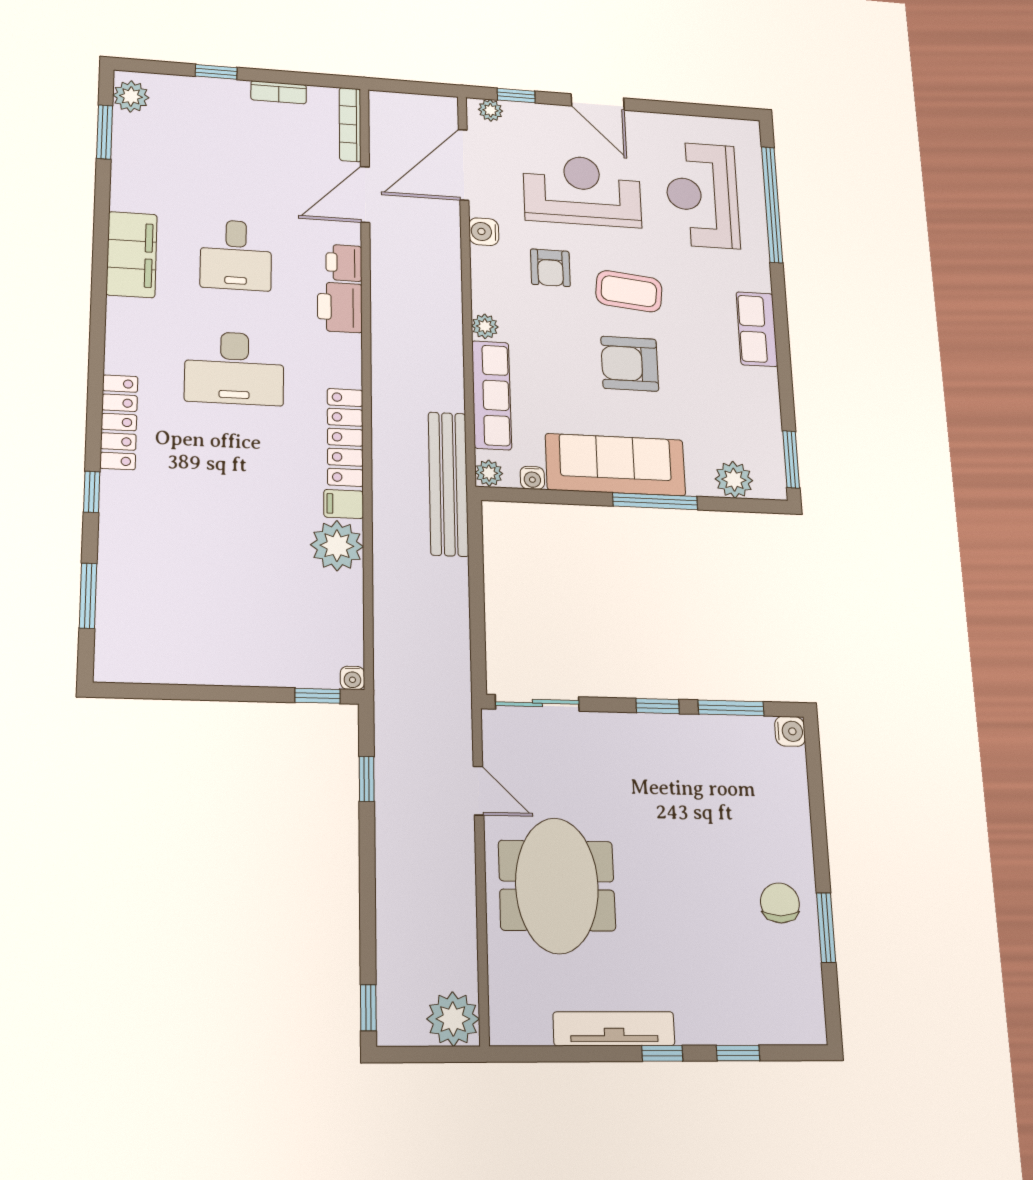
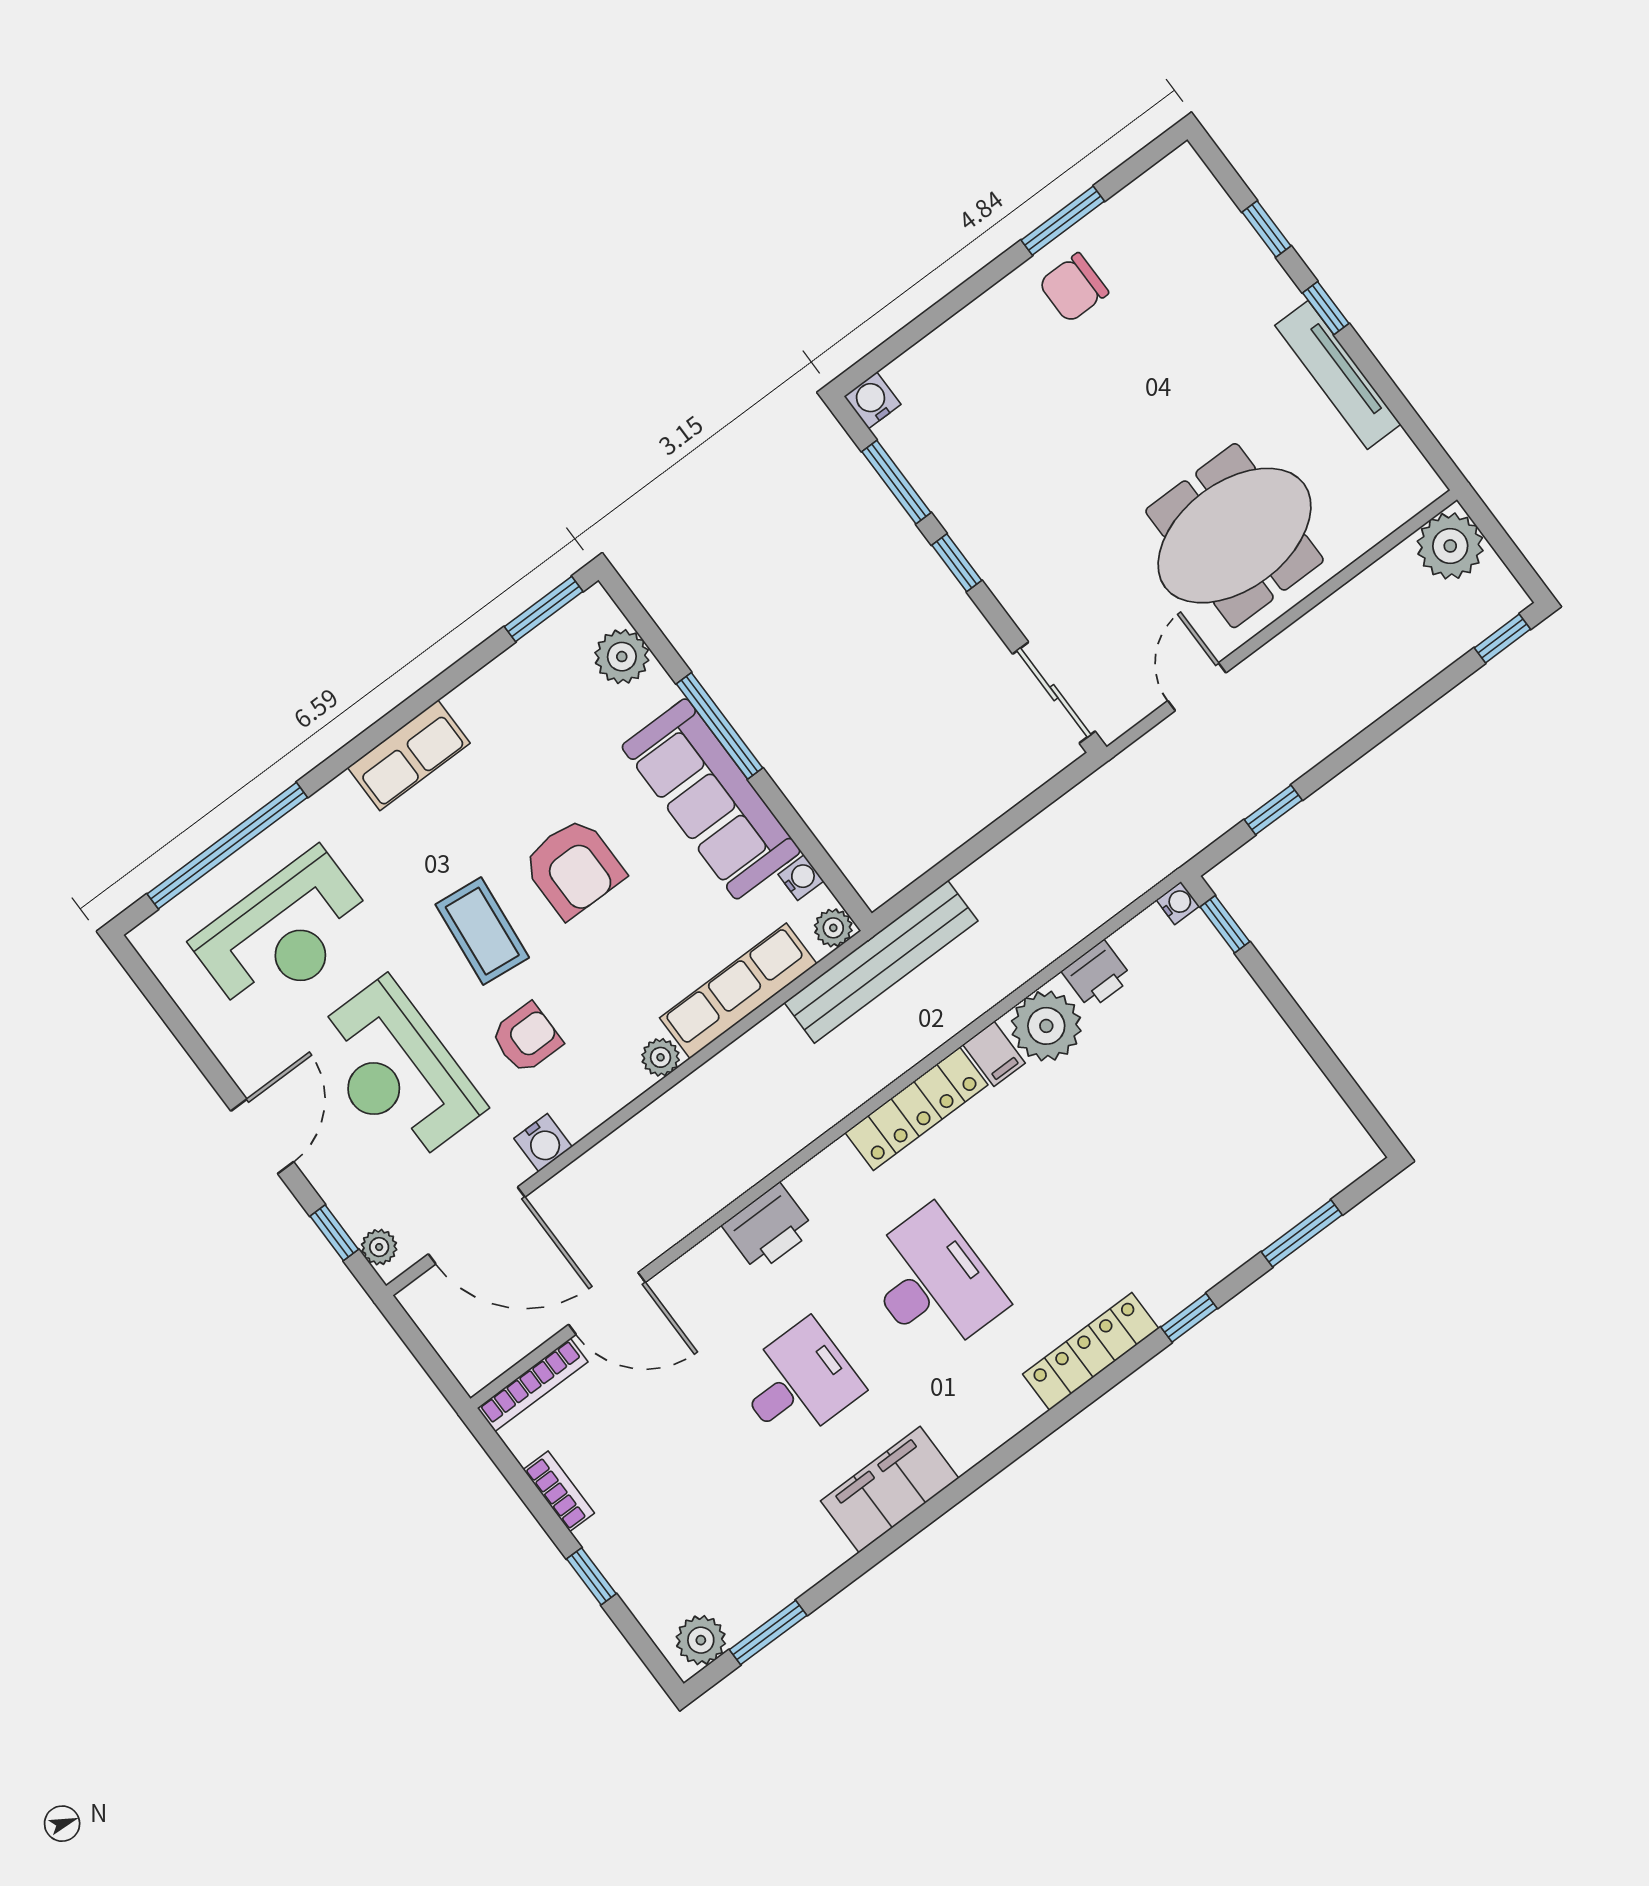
printer: (344, 263) -> (1097, 975), moved

